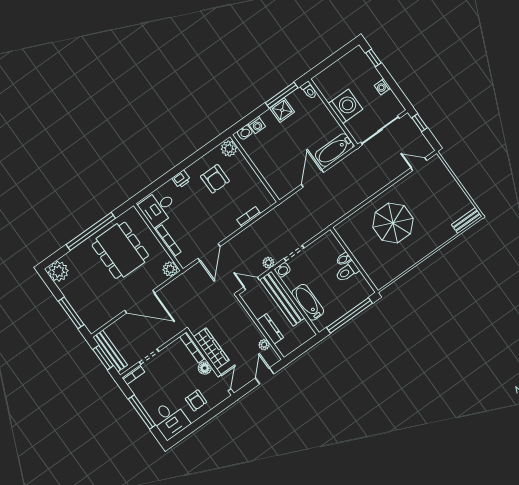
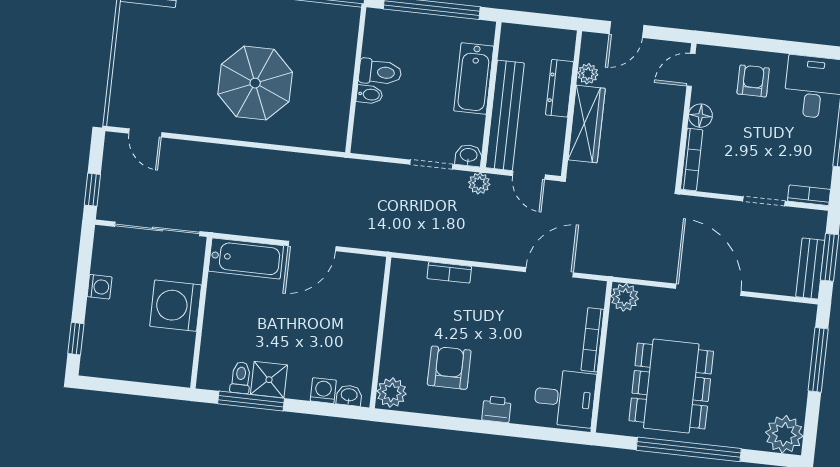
toilet: (309, 90) -> (241, 378), moved
wardrobe: (211, 348) -> (587, 124), moved, turned 180
bench: (110, 351) -> (810, 268), width x0.73

